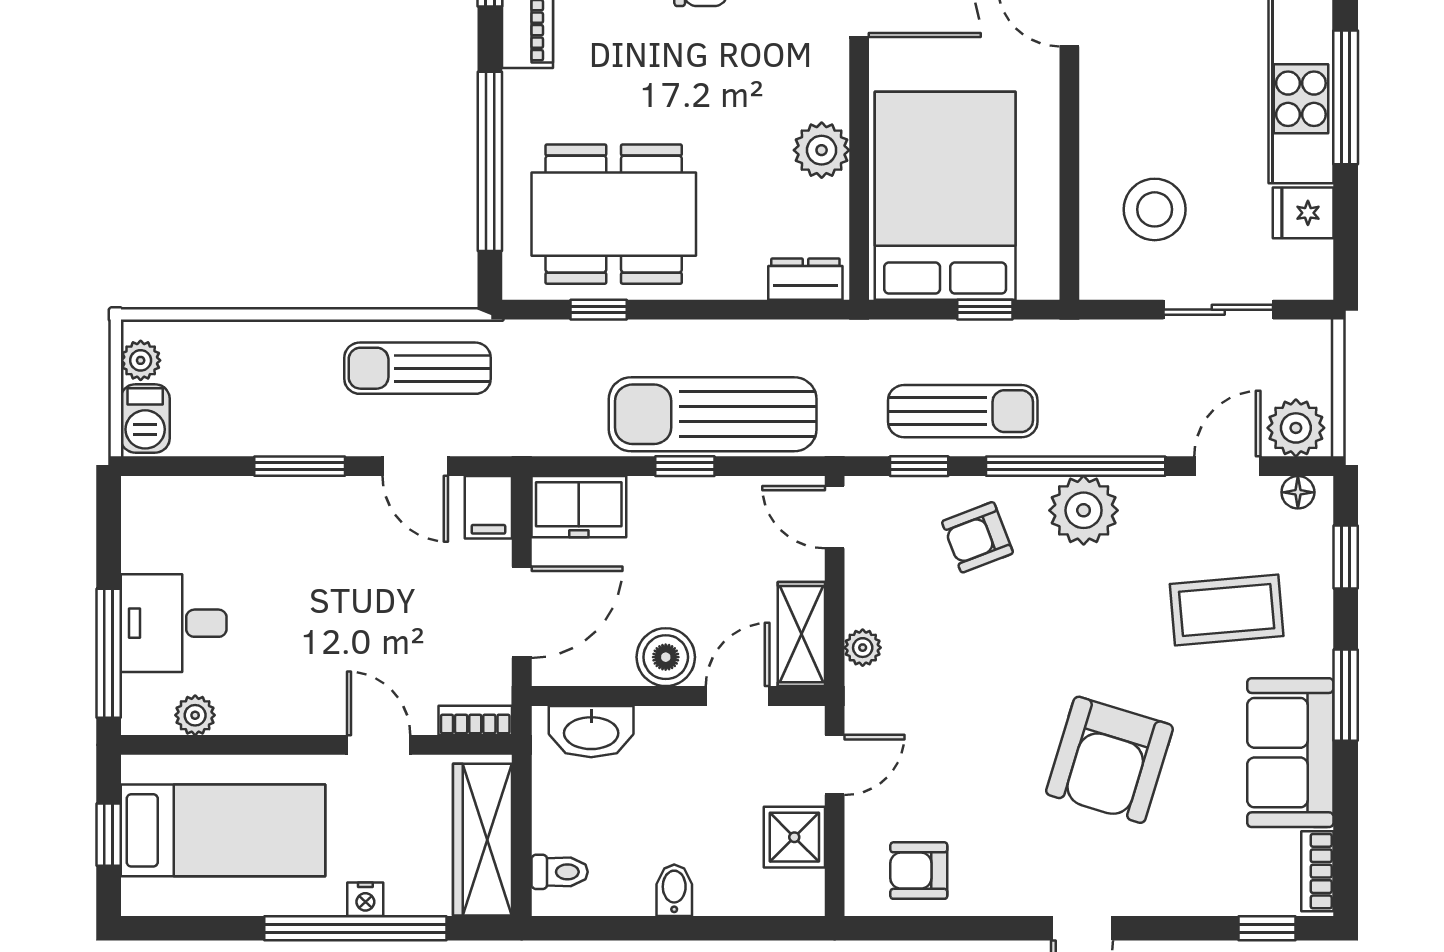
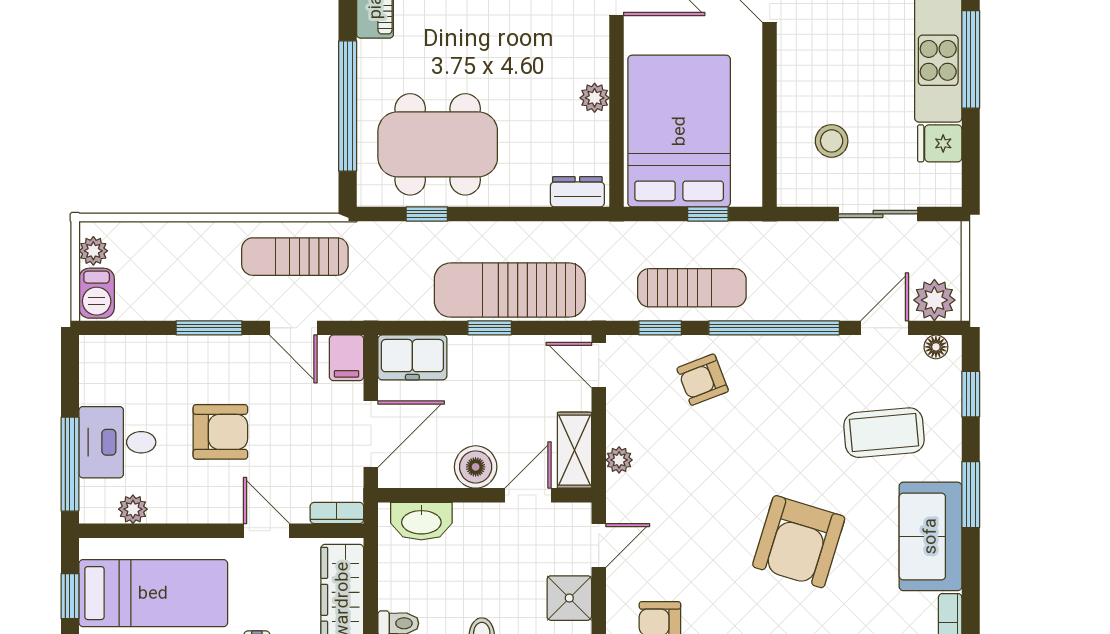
plant: (822, 150) -> (595, 98), width x0.73, depth x0.73
stool: (1155, 209) -> (832, 141), width x0.73, depth x0.73
plant: (1084, 510) -> (780, 360), removed
armchair: (315, 609) -> (220, 432), added

